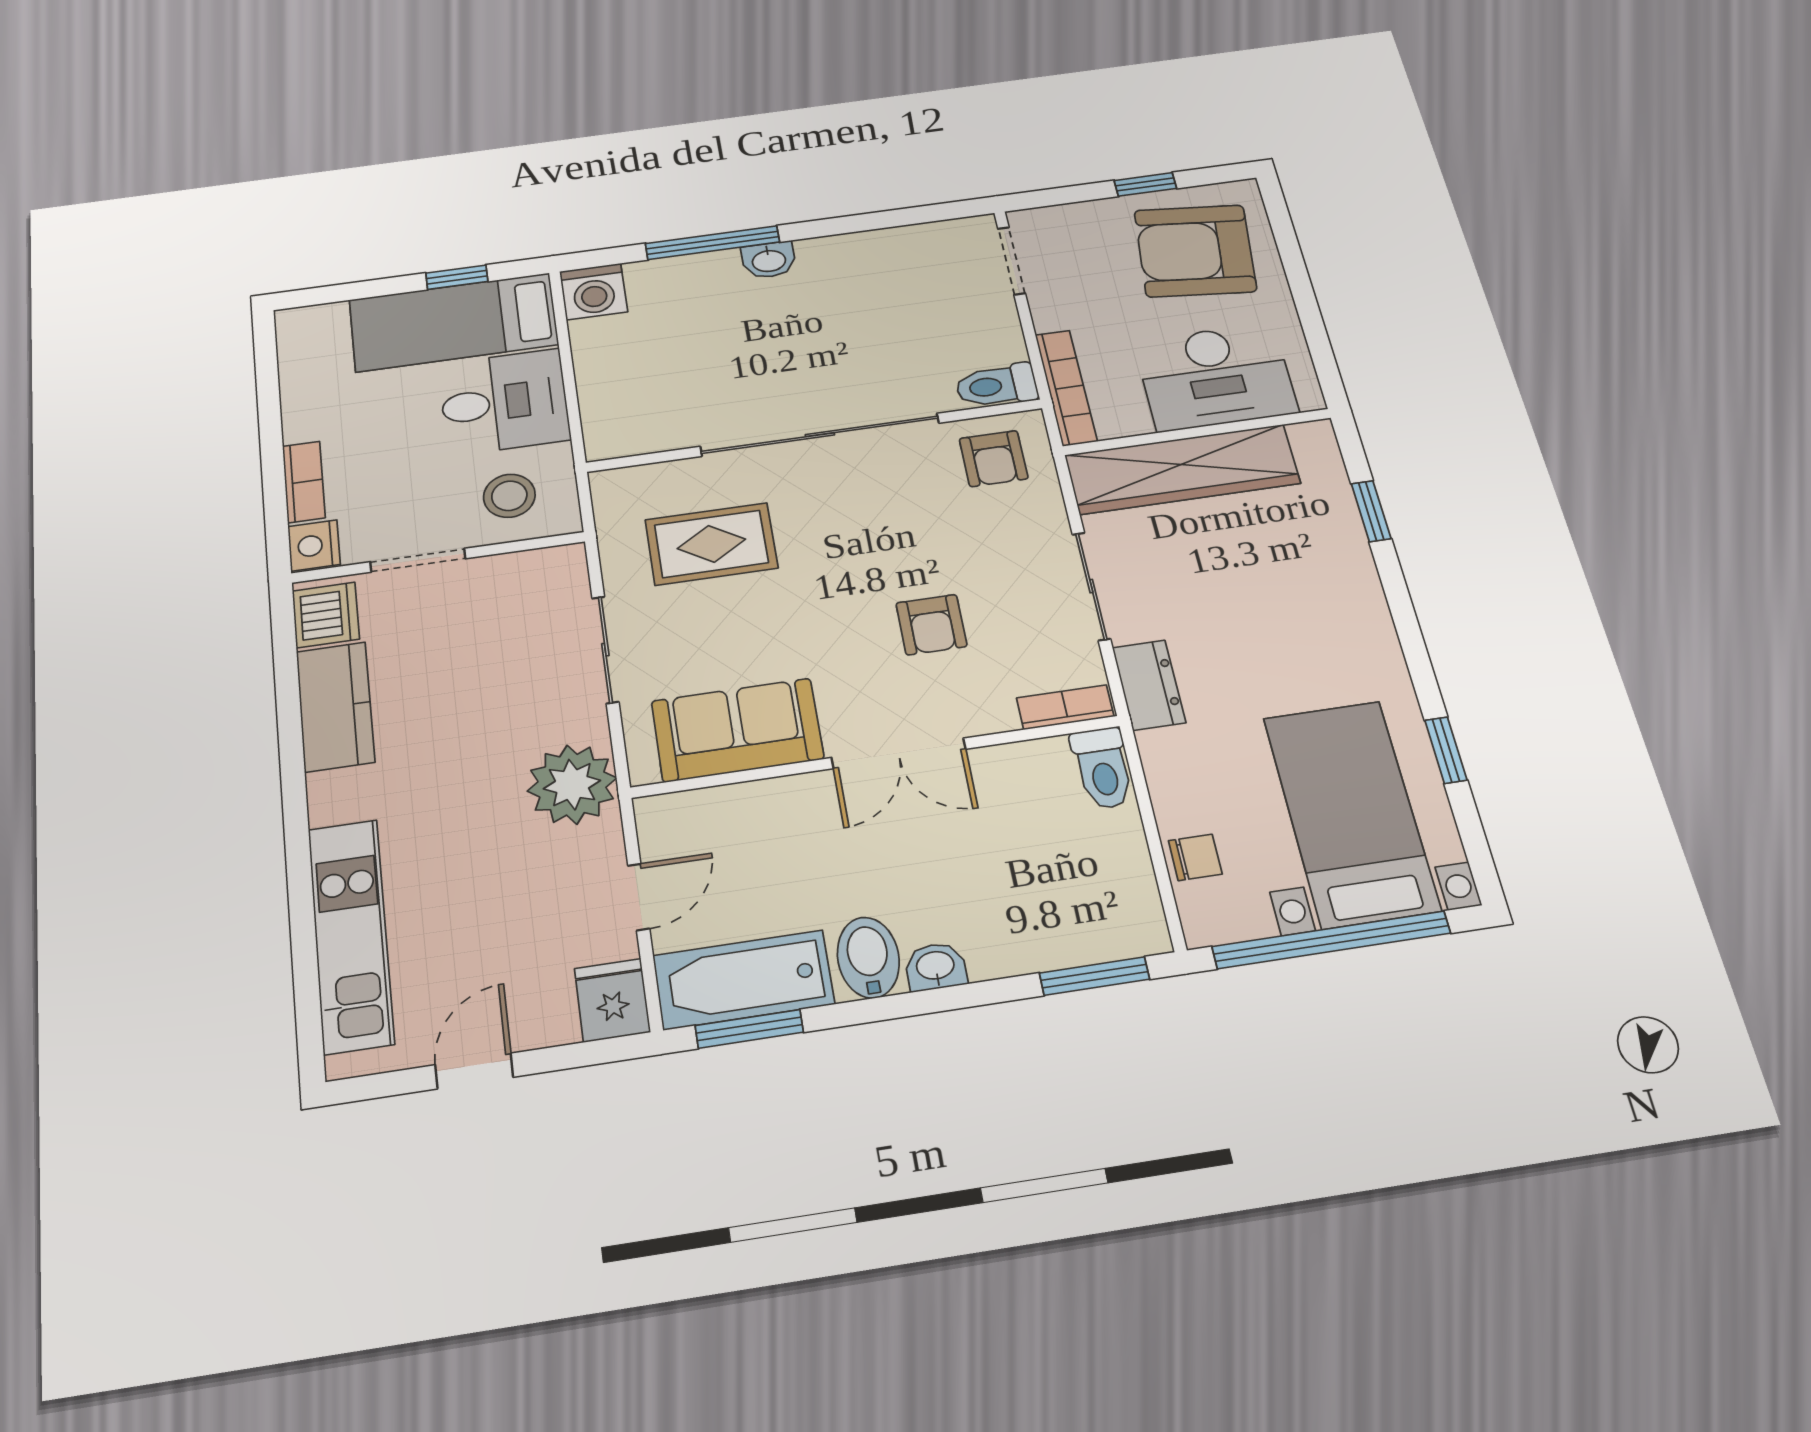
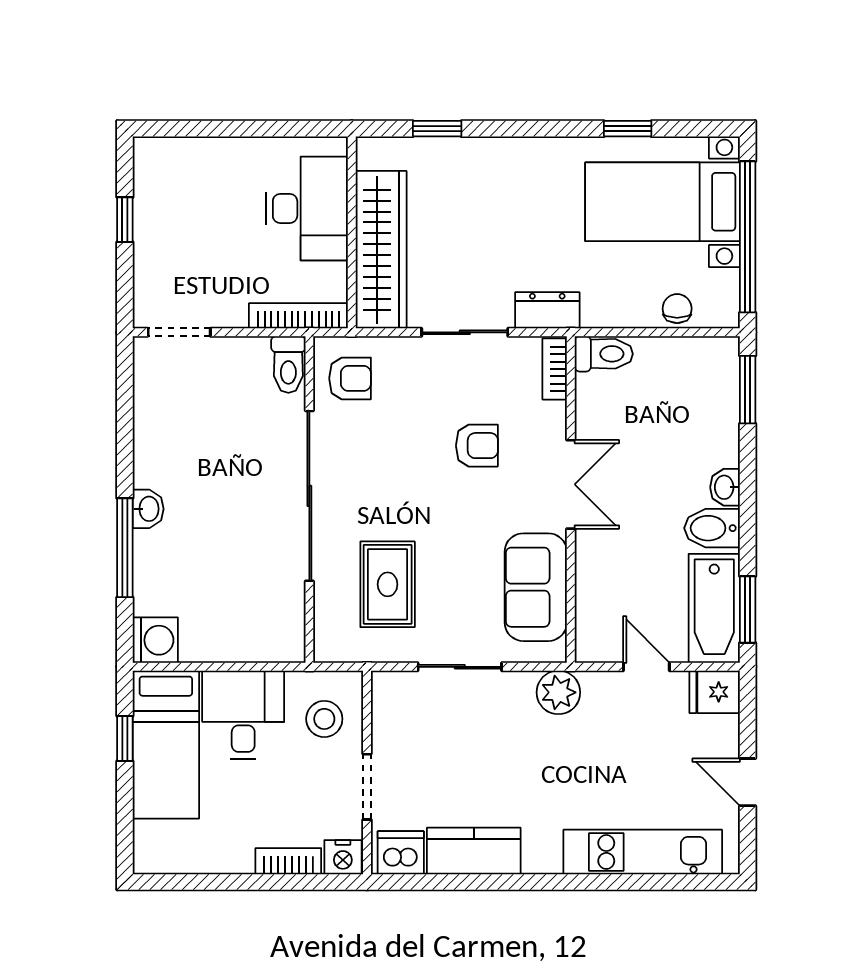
armchair: (1195, 251) -> (193, 197), removed
plant: (572, 785) -> (558, 692), width x0.73, depth x0.73

